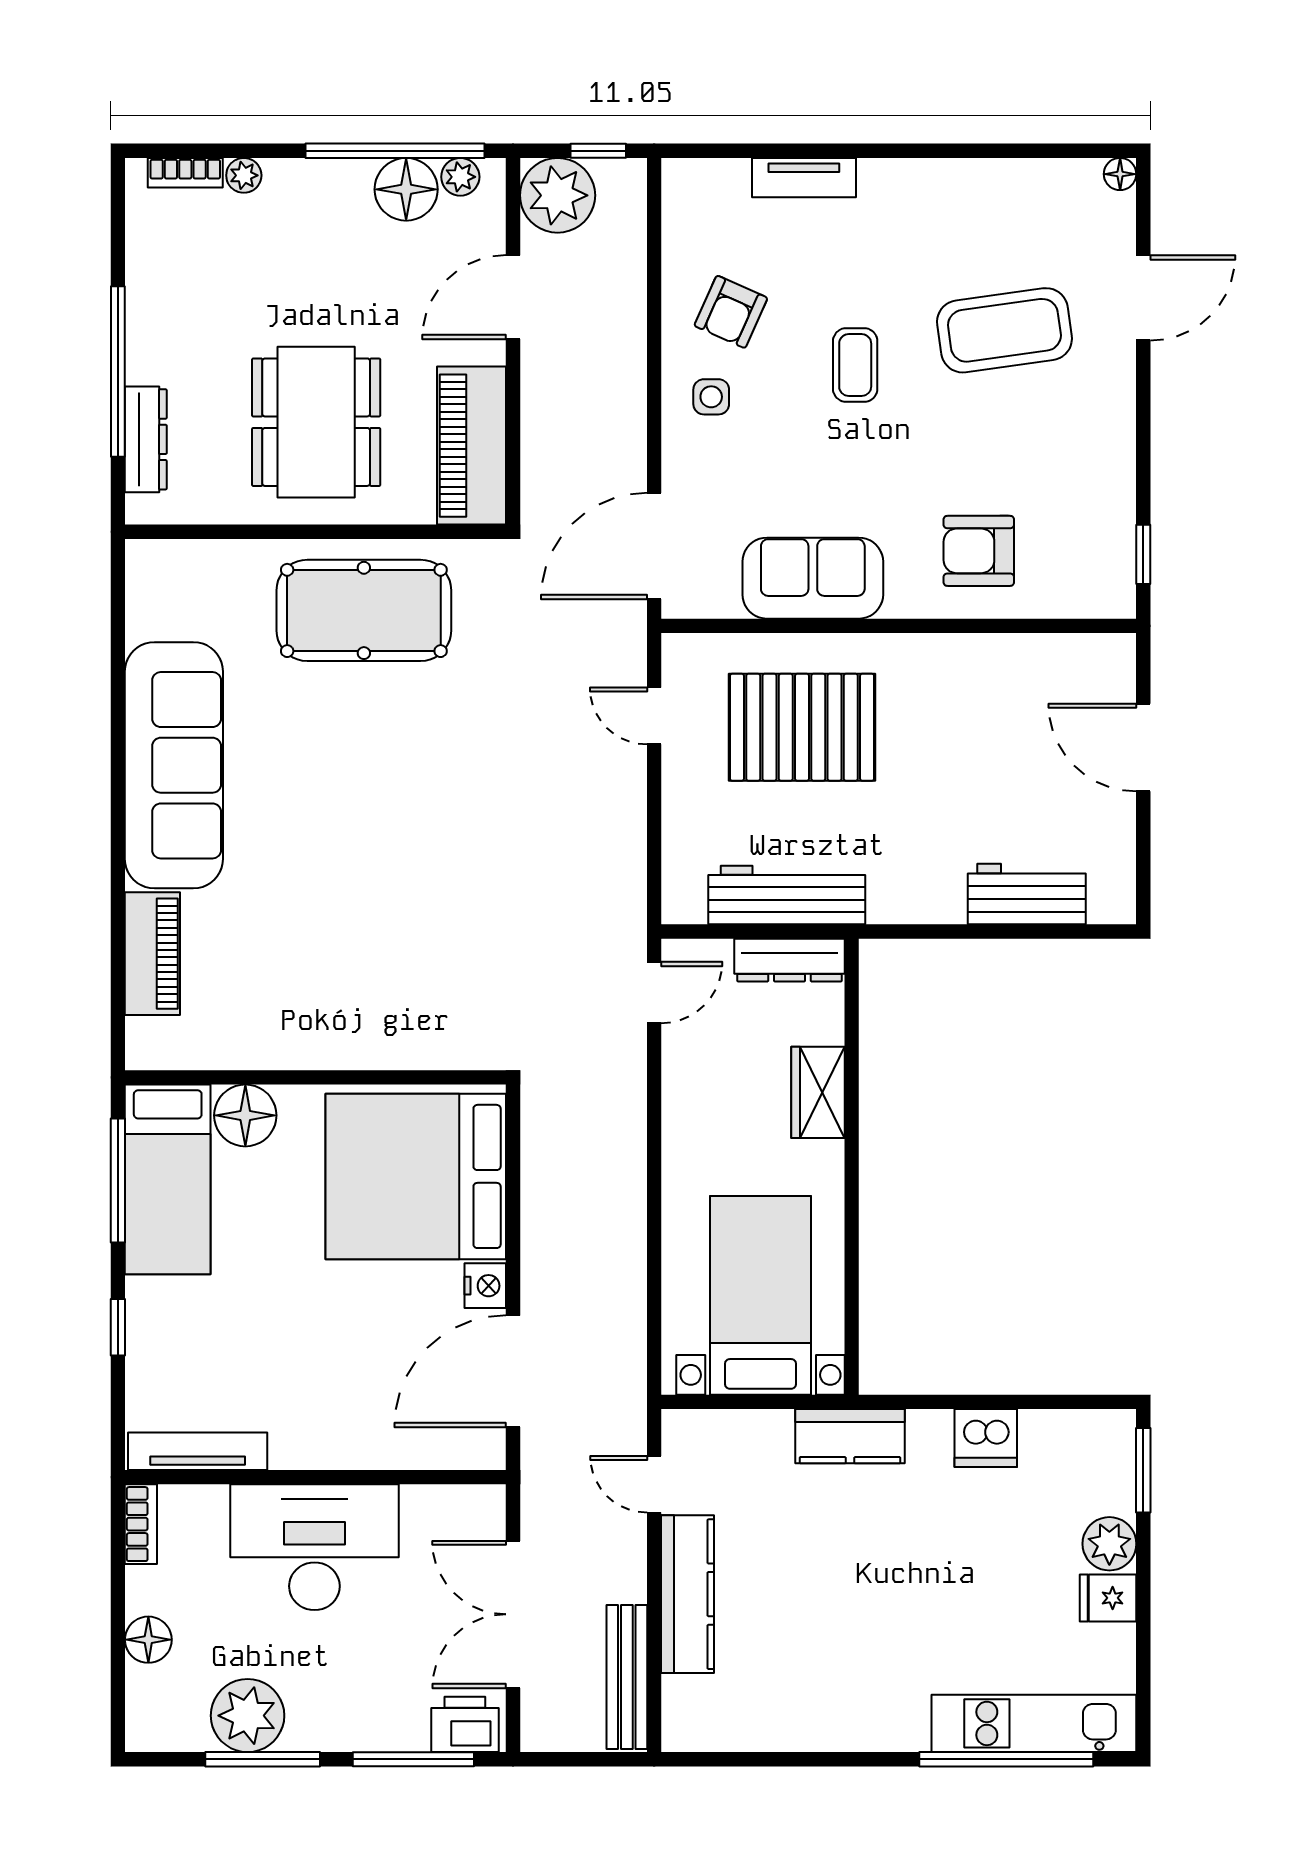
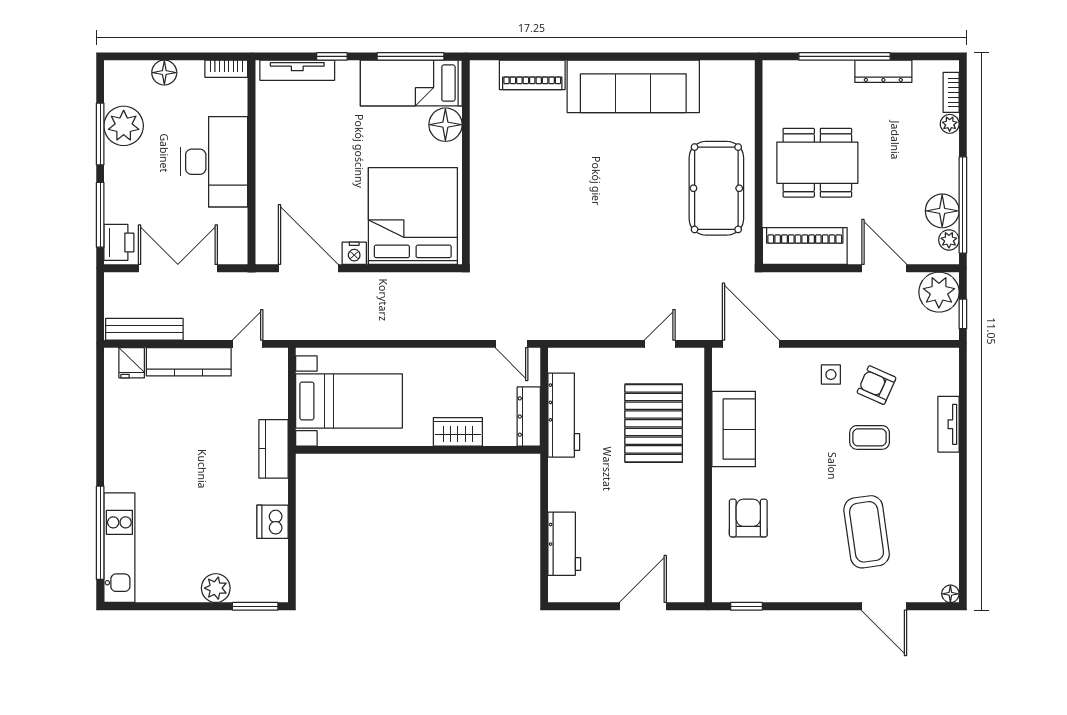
coffee table: (855, 365) -> (870, 437), moved
dresser: (146, 439) -> (883, 71), moved
tv unit: (198, 1451) -> (297, 70), moved, turned 90
fridge: (1108, 1598) -> (132, 363), moved, turned 180

